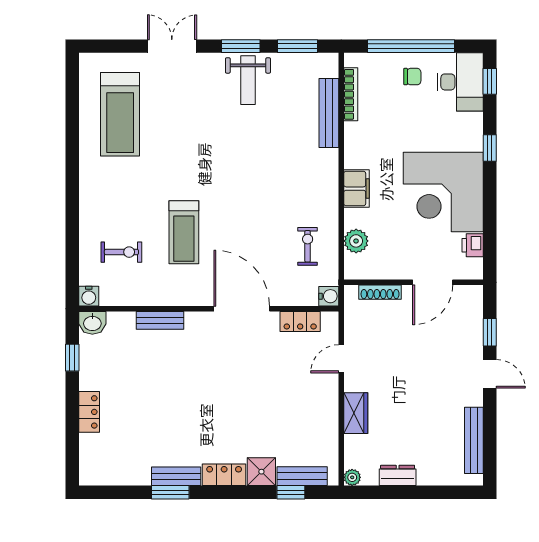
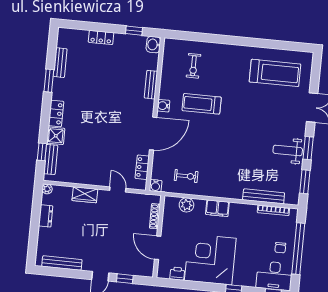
treadmill: (120, 114) -> (275, 73), turned 180
water cooler: (89, 296) -> (163, 106), moved
bench: (176, 476) -> (60, 63), moved

